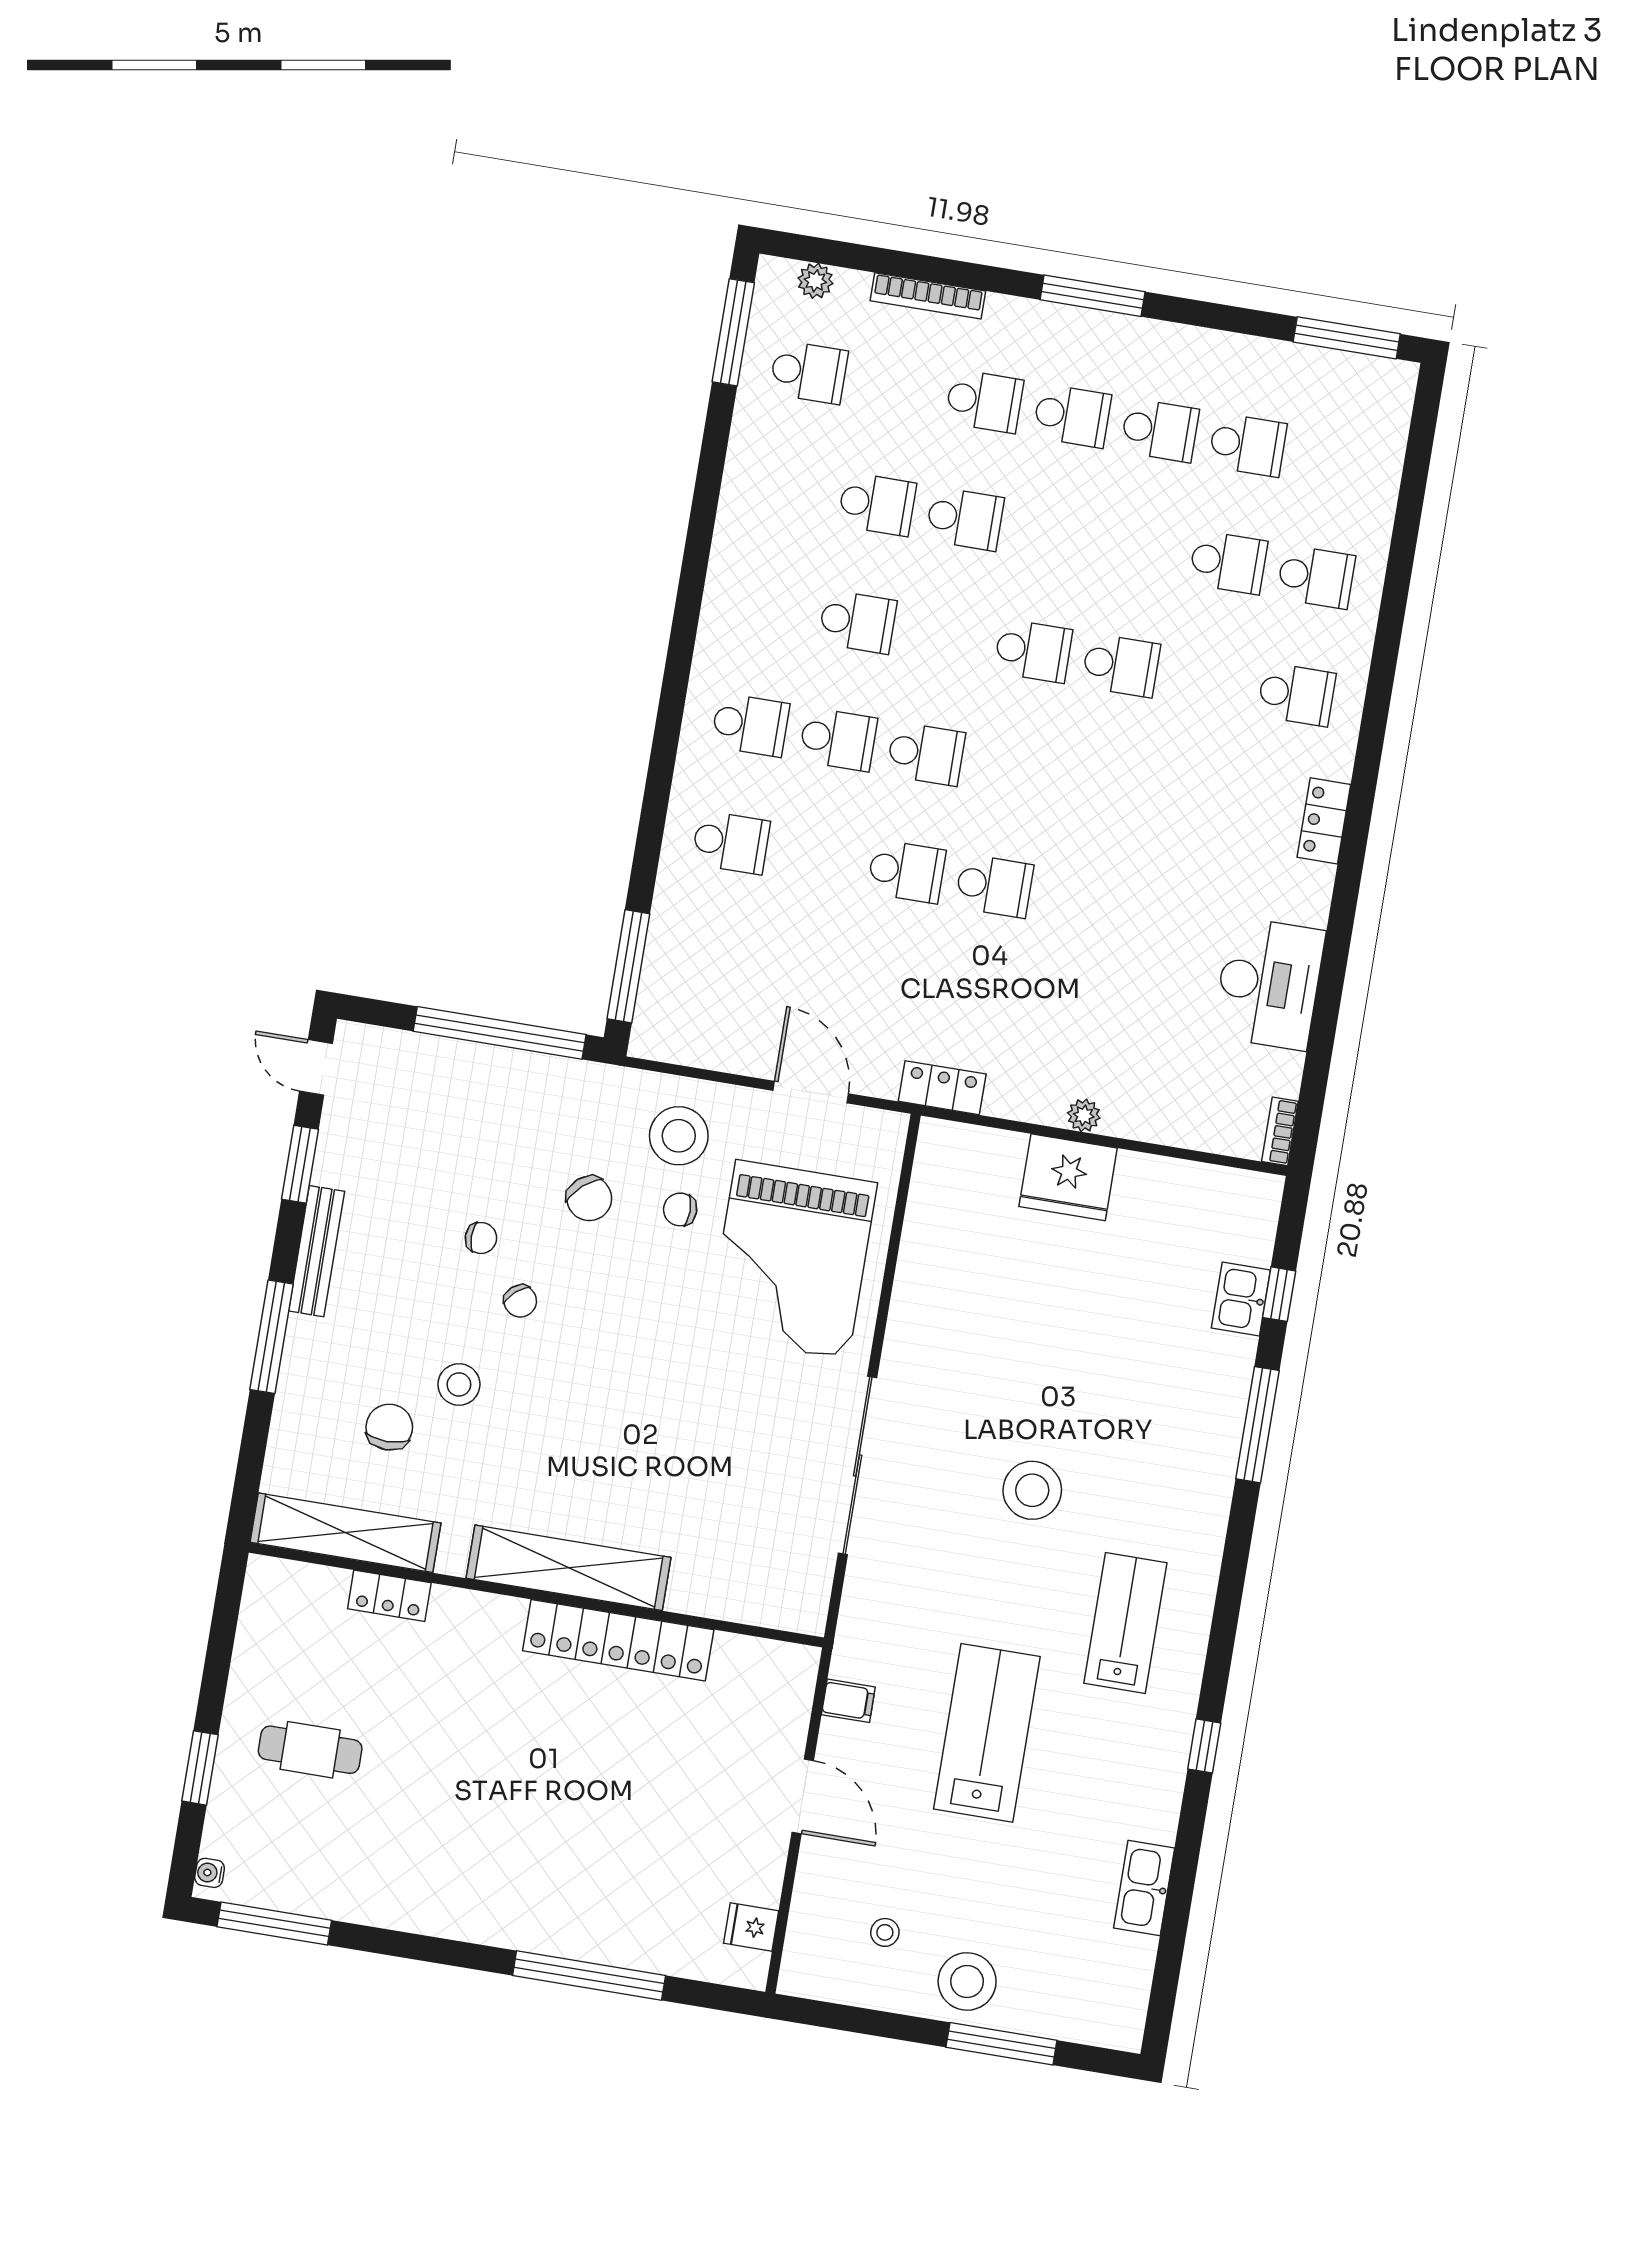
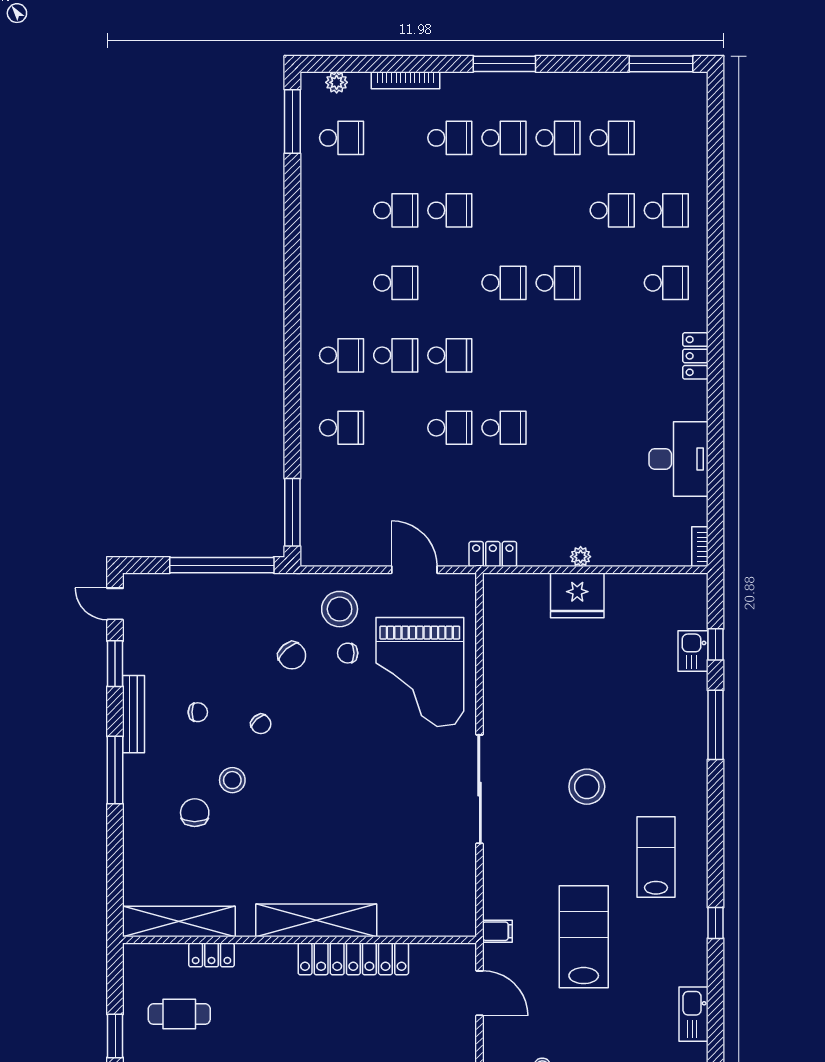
chair: (481, 1238) -> (198, 712), moved
shelving: (346, 1533) -> (179, 921), moved
shelving: (569, 1568) -> (316, 920), moved
wall: (536, 1595) -> (300, 940), moved
locker: (389, 1596) -> (212, 955), moved
locker: (618, 1640) -> (353, 959), moved

